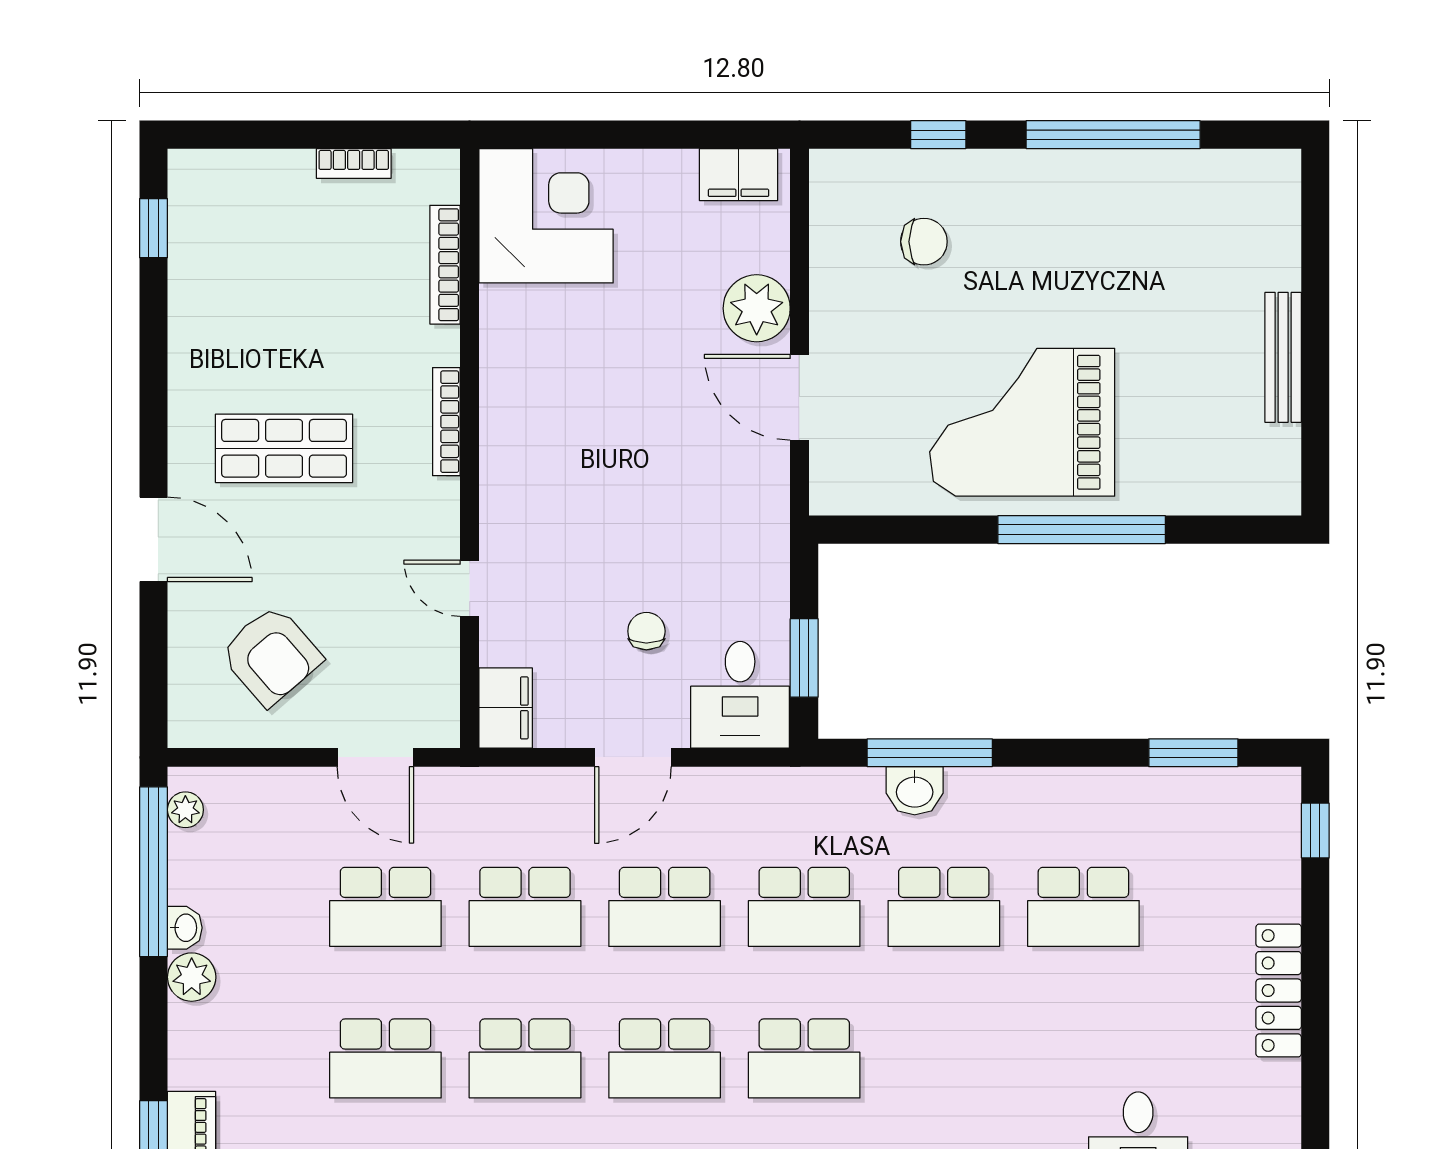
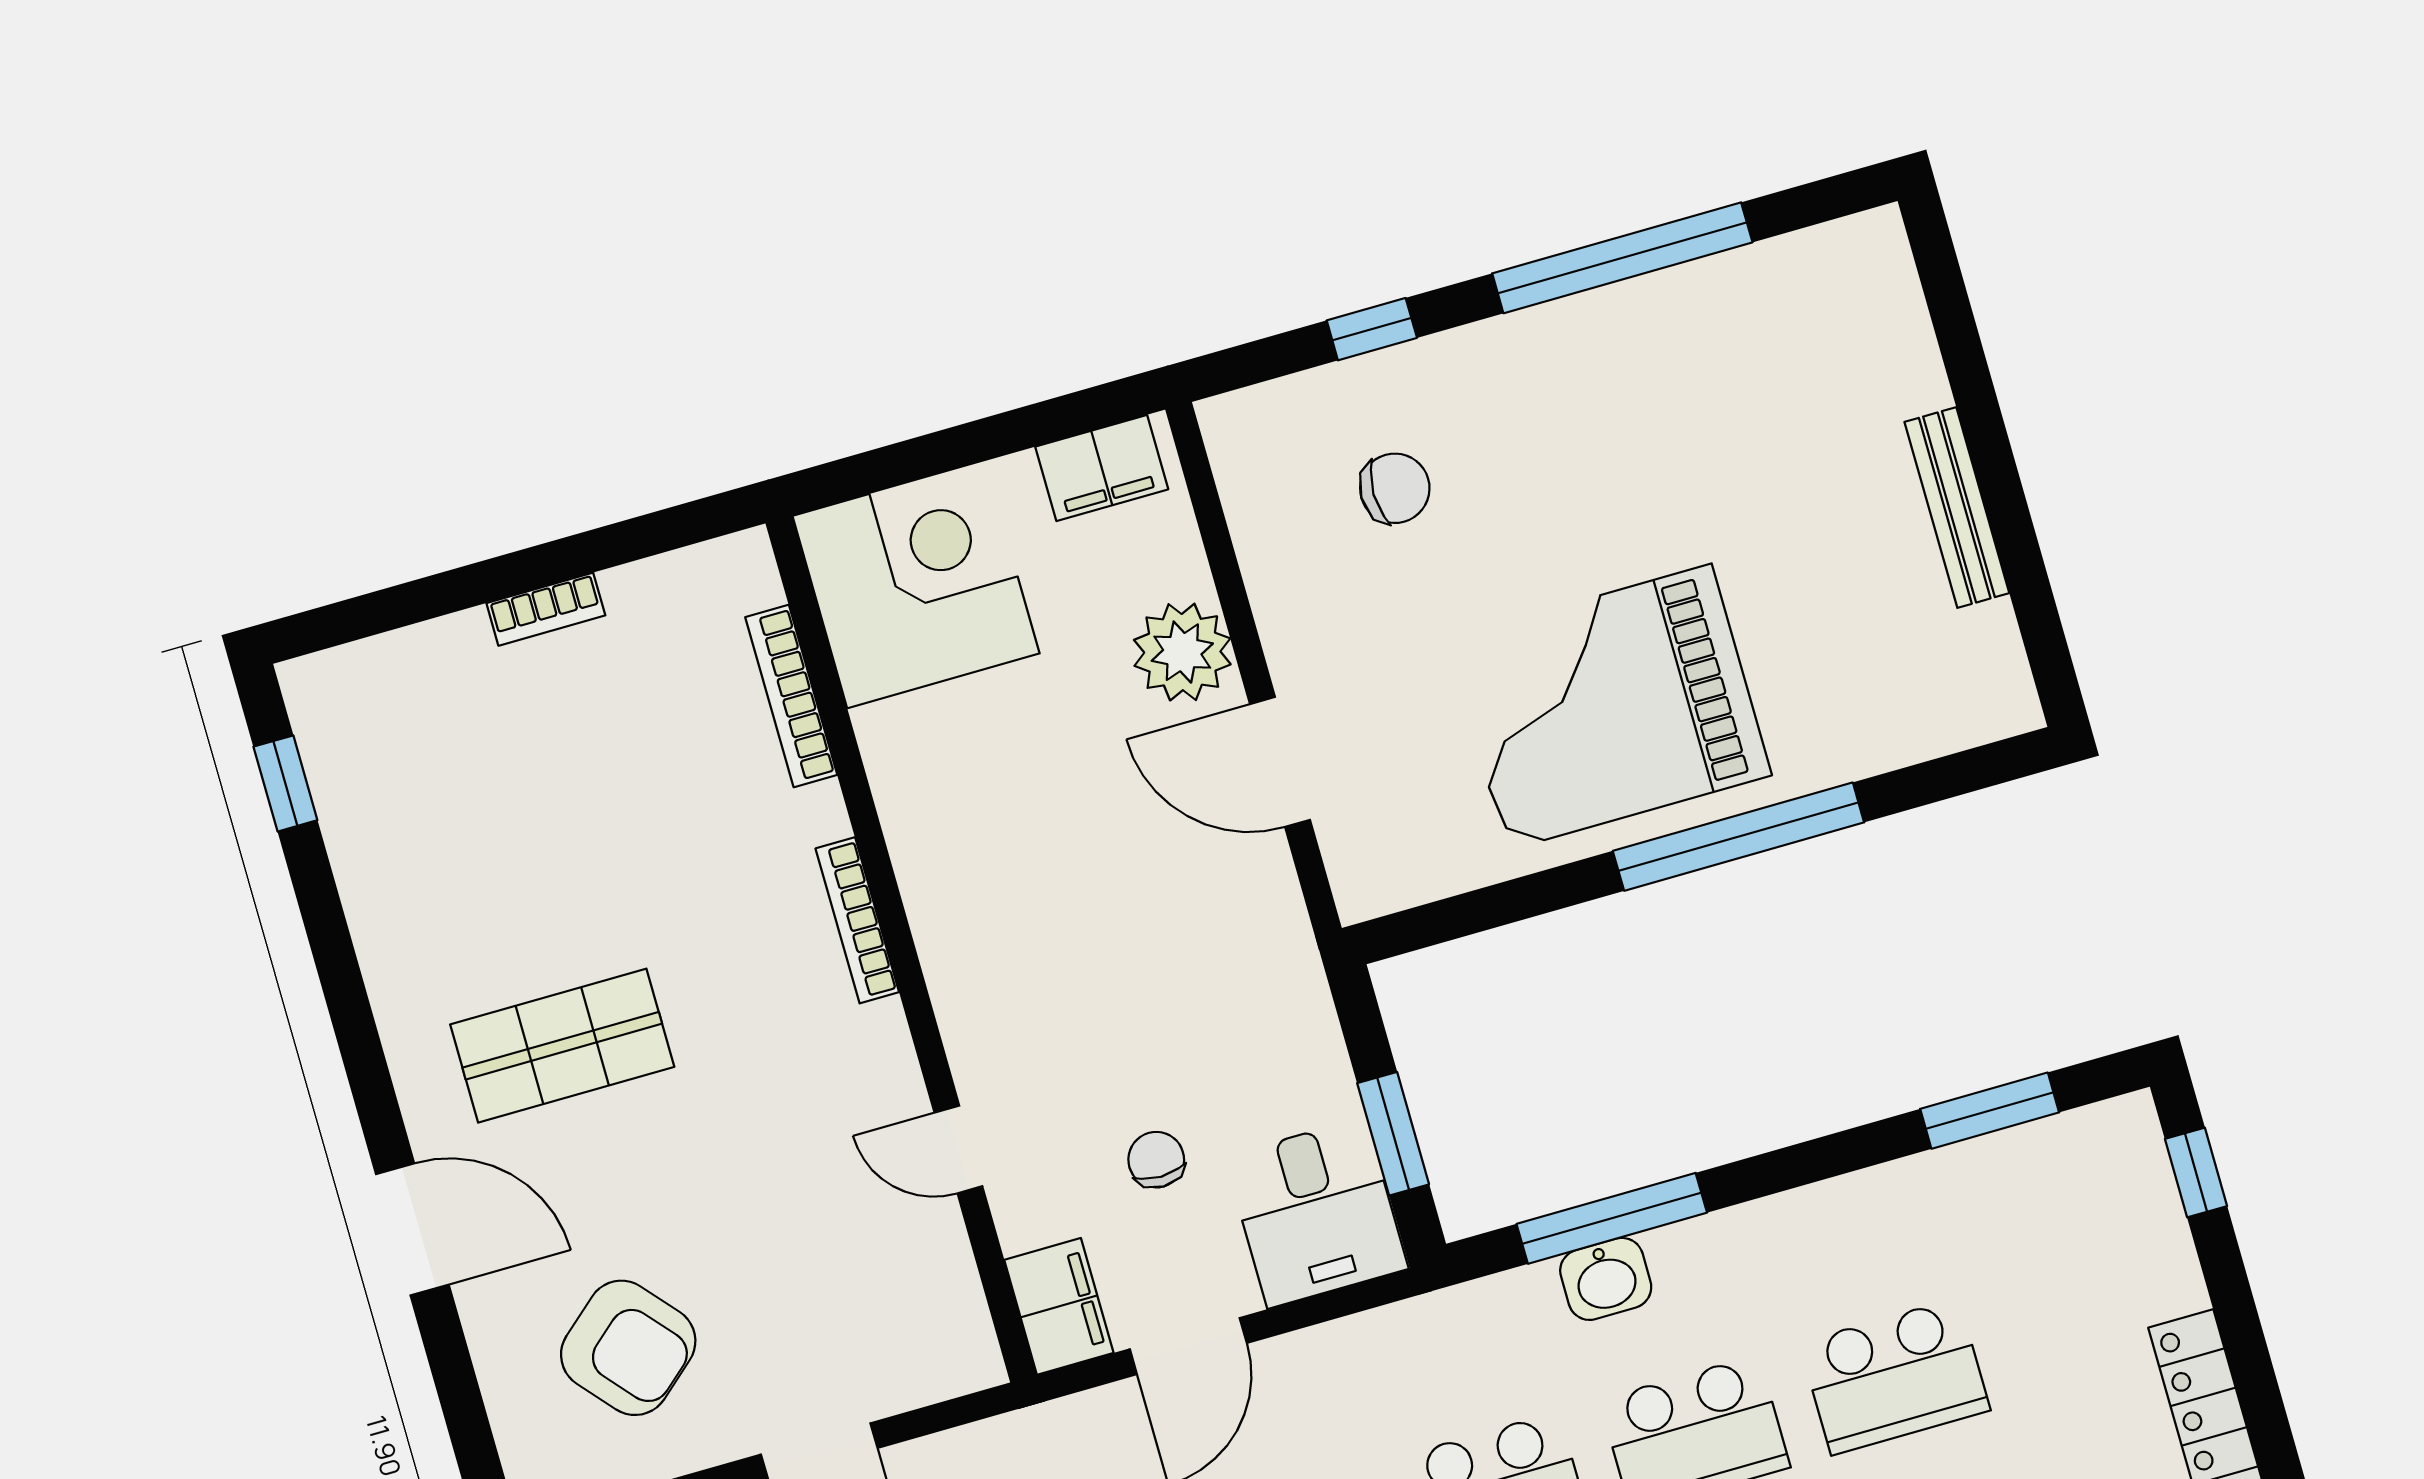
corner desk: (546, 216) -> (916, 585), moved
bookcase: (445, 265) -> (791, 696), moved
bookcase: (446, 422) -> (857, 920), moved
wall: (470, 448) -> (901, 949), moved
door: (470, 588) -> (958, 1149), moved
filing cabinet: (506, 708) -> (1059, 1306), moved

